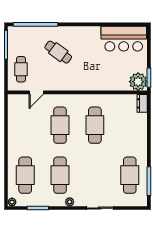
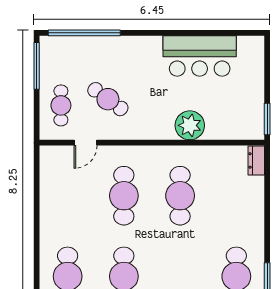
bar counter: (124, 39) -> (200, 56), moved
cafe table: (58, 52) -> (108, 99), moved
plant: (138, 82) -> (190, 125), moved

